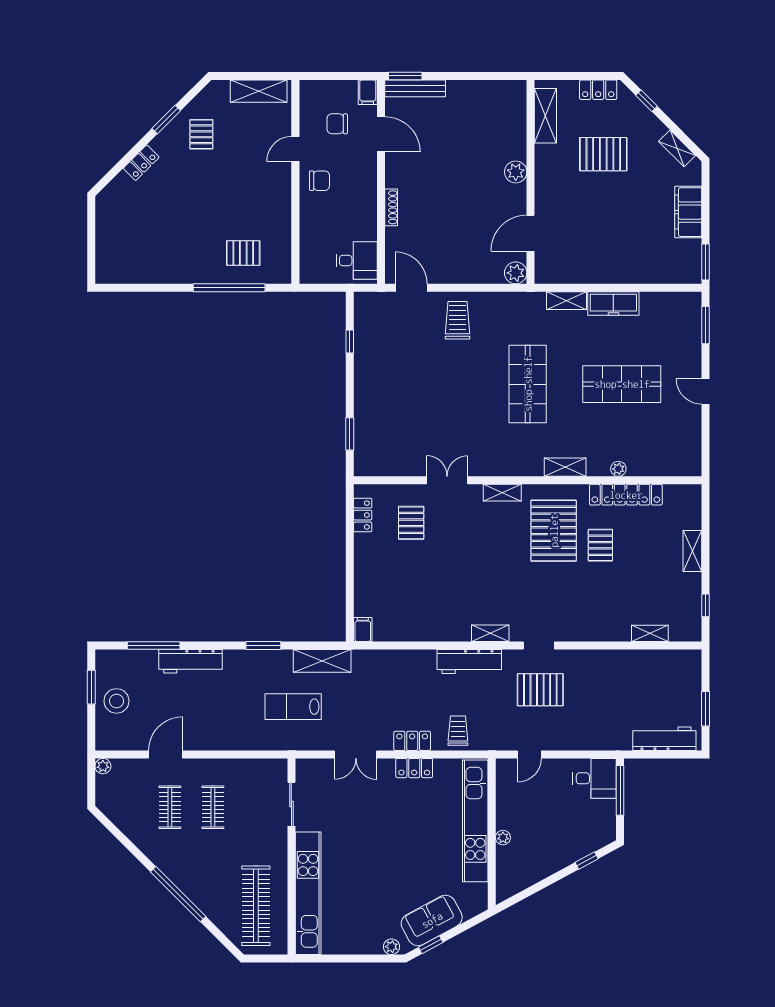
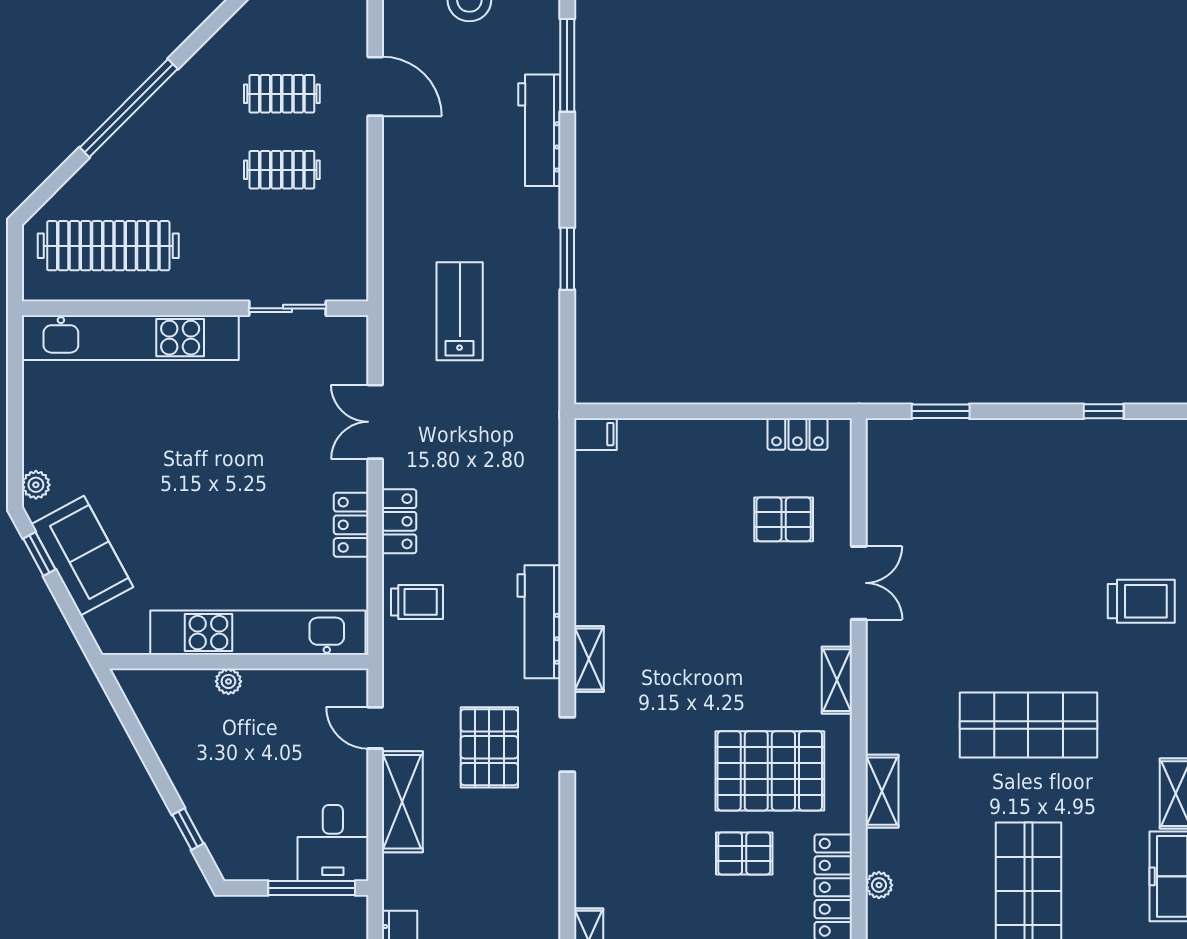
shelving: (322, 661) -> (402, 802), moved

